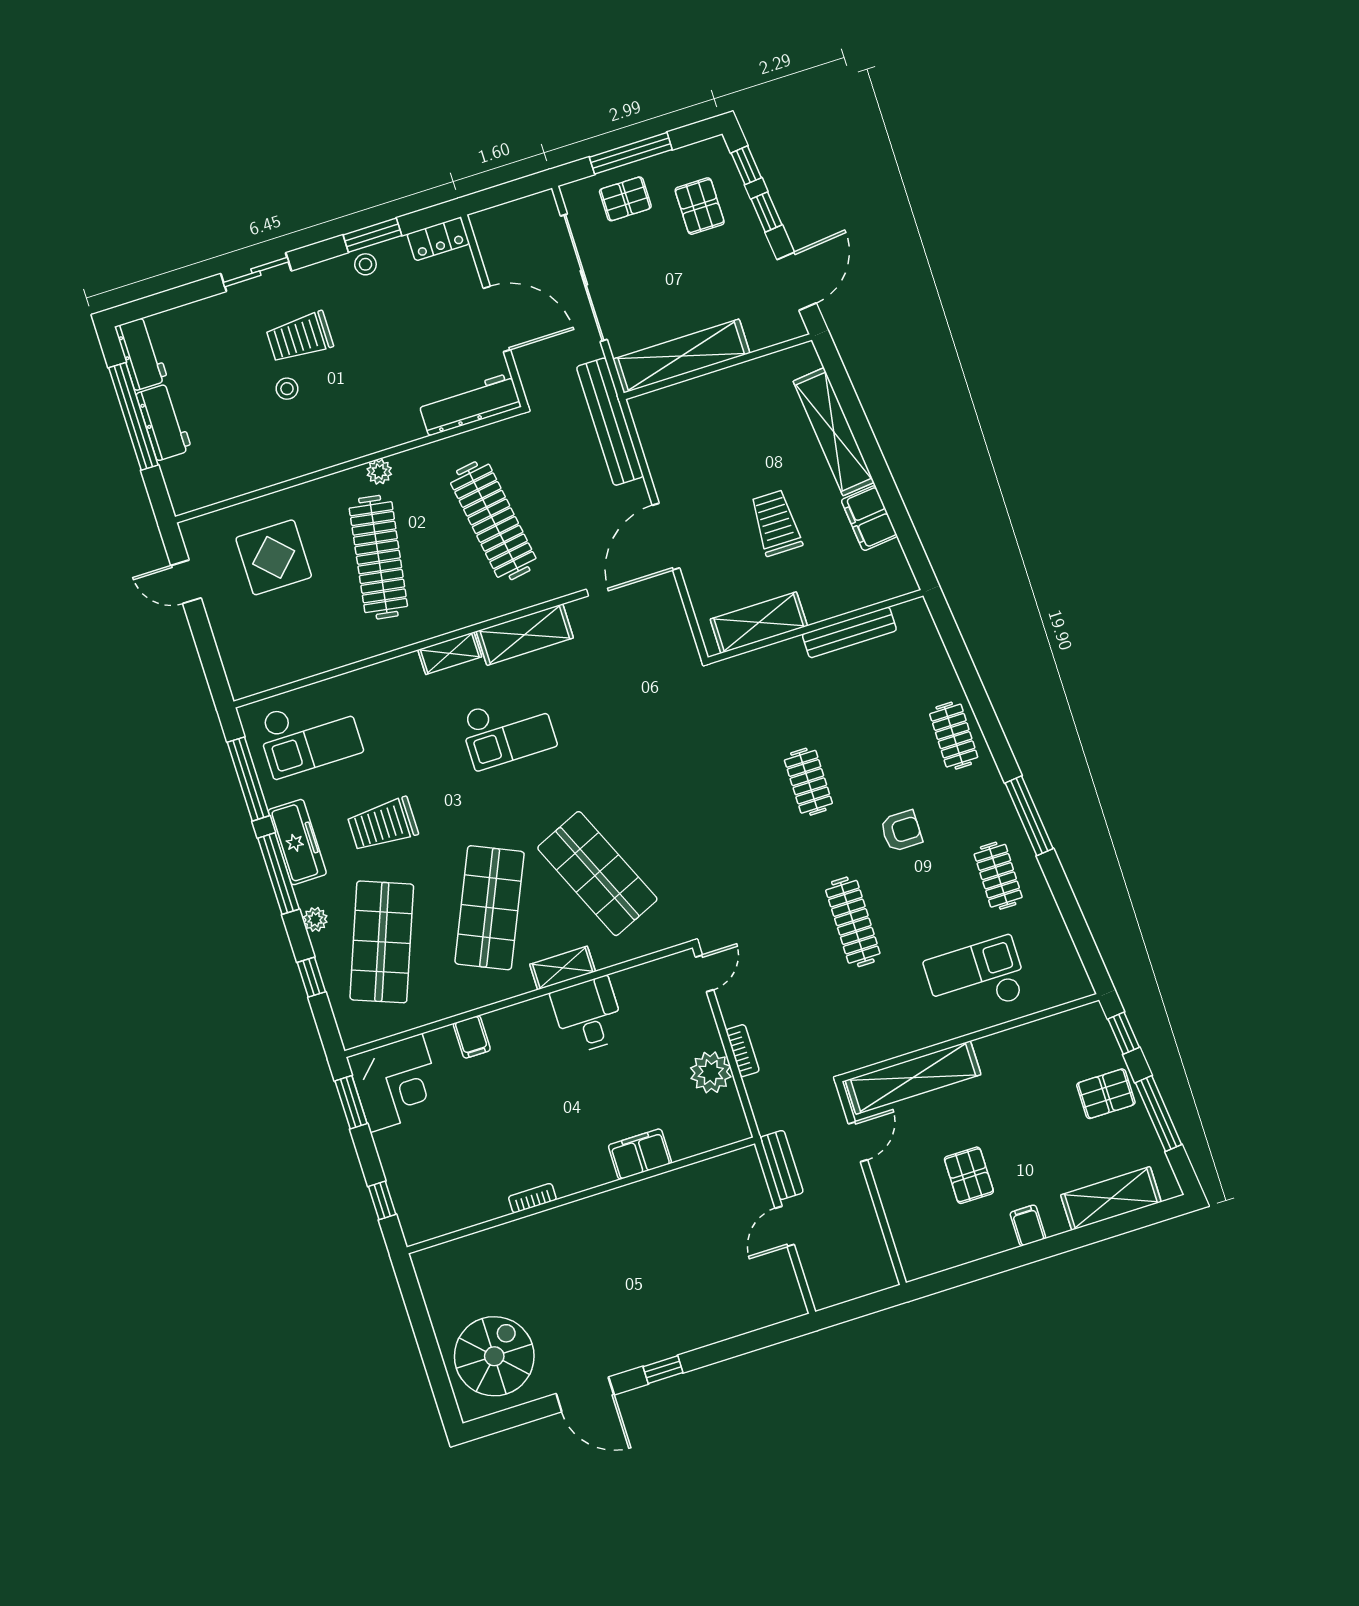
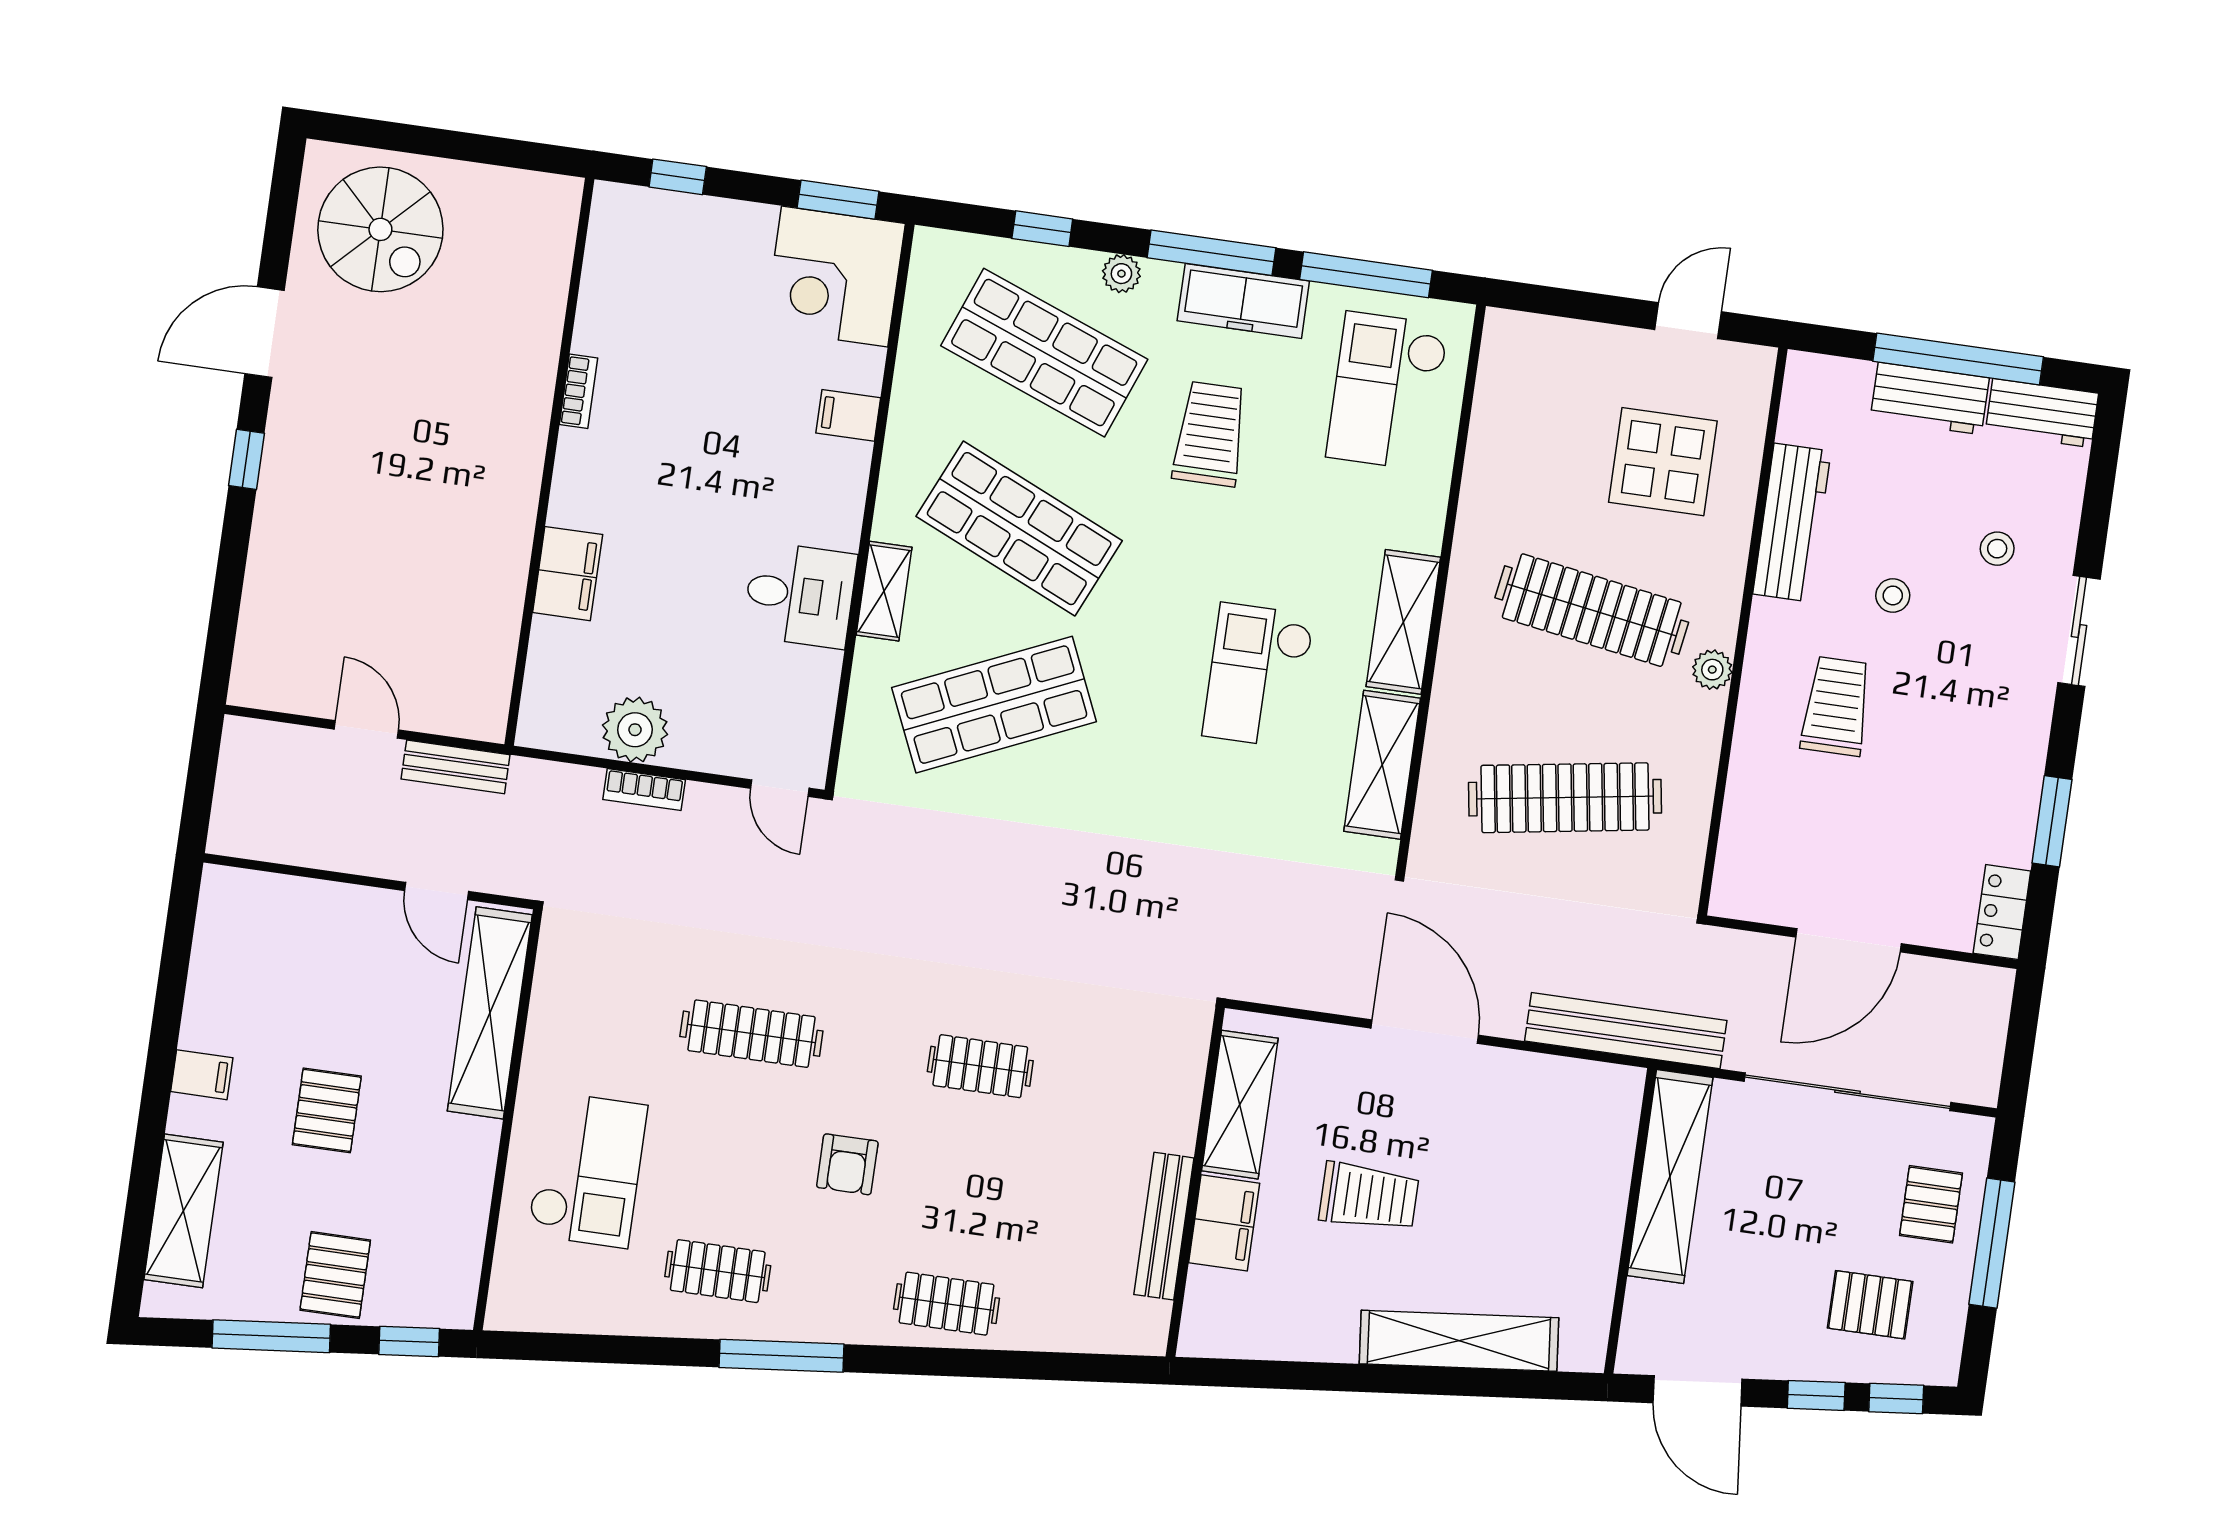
stool: (365, 264) -> (1997, 549), moved
trolley: (300, 337) -> (1836, 706), moved
workbench: (470, 404) -> (1792, 522), moved
filing cabinet: (869, 518) -> (1224, 1223), moved, turned 96
shelving: (450, 653) -> (1403, 622), width x1.50, depth x1.33
pallet: (969, 1175) -> (327, 1110), moved, turned 90

